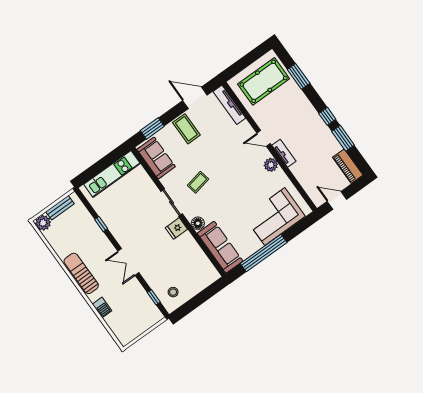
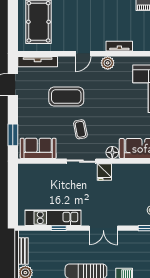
coffee table: (186, 129) -> (66, 97), moved, width x1.36, depth x1.32
tv unit: (284, 153) -> (119, 46), moved
kitchen unit: (112, 174) -> (53, 218), moved, turned -90

